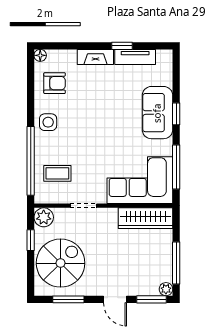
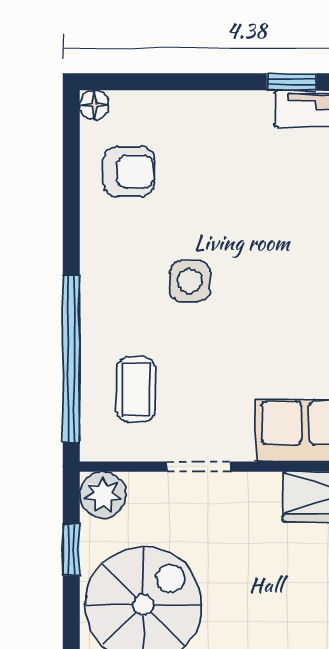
fireplace: (95, 57) -> (228, 109), removed
side table: (48, 122) -> (190, 281), moved
coffee table: (57, 173) -> (136, 389), turned 90

